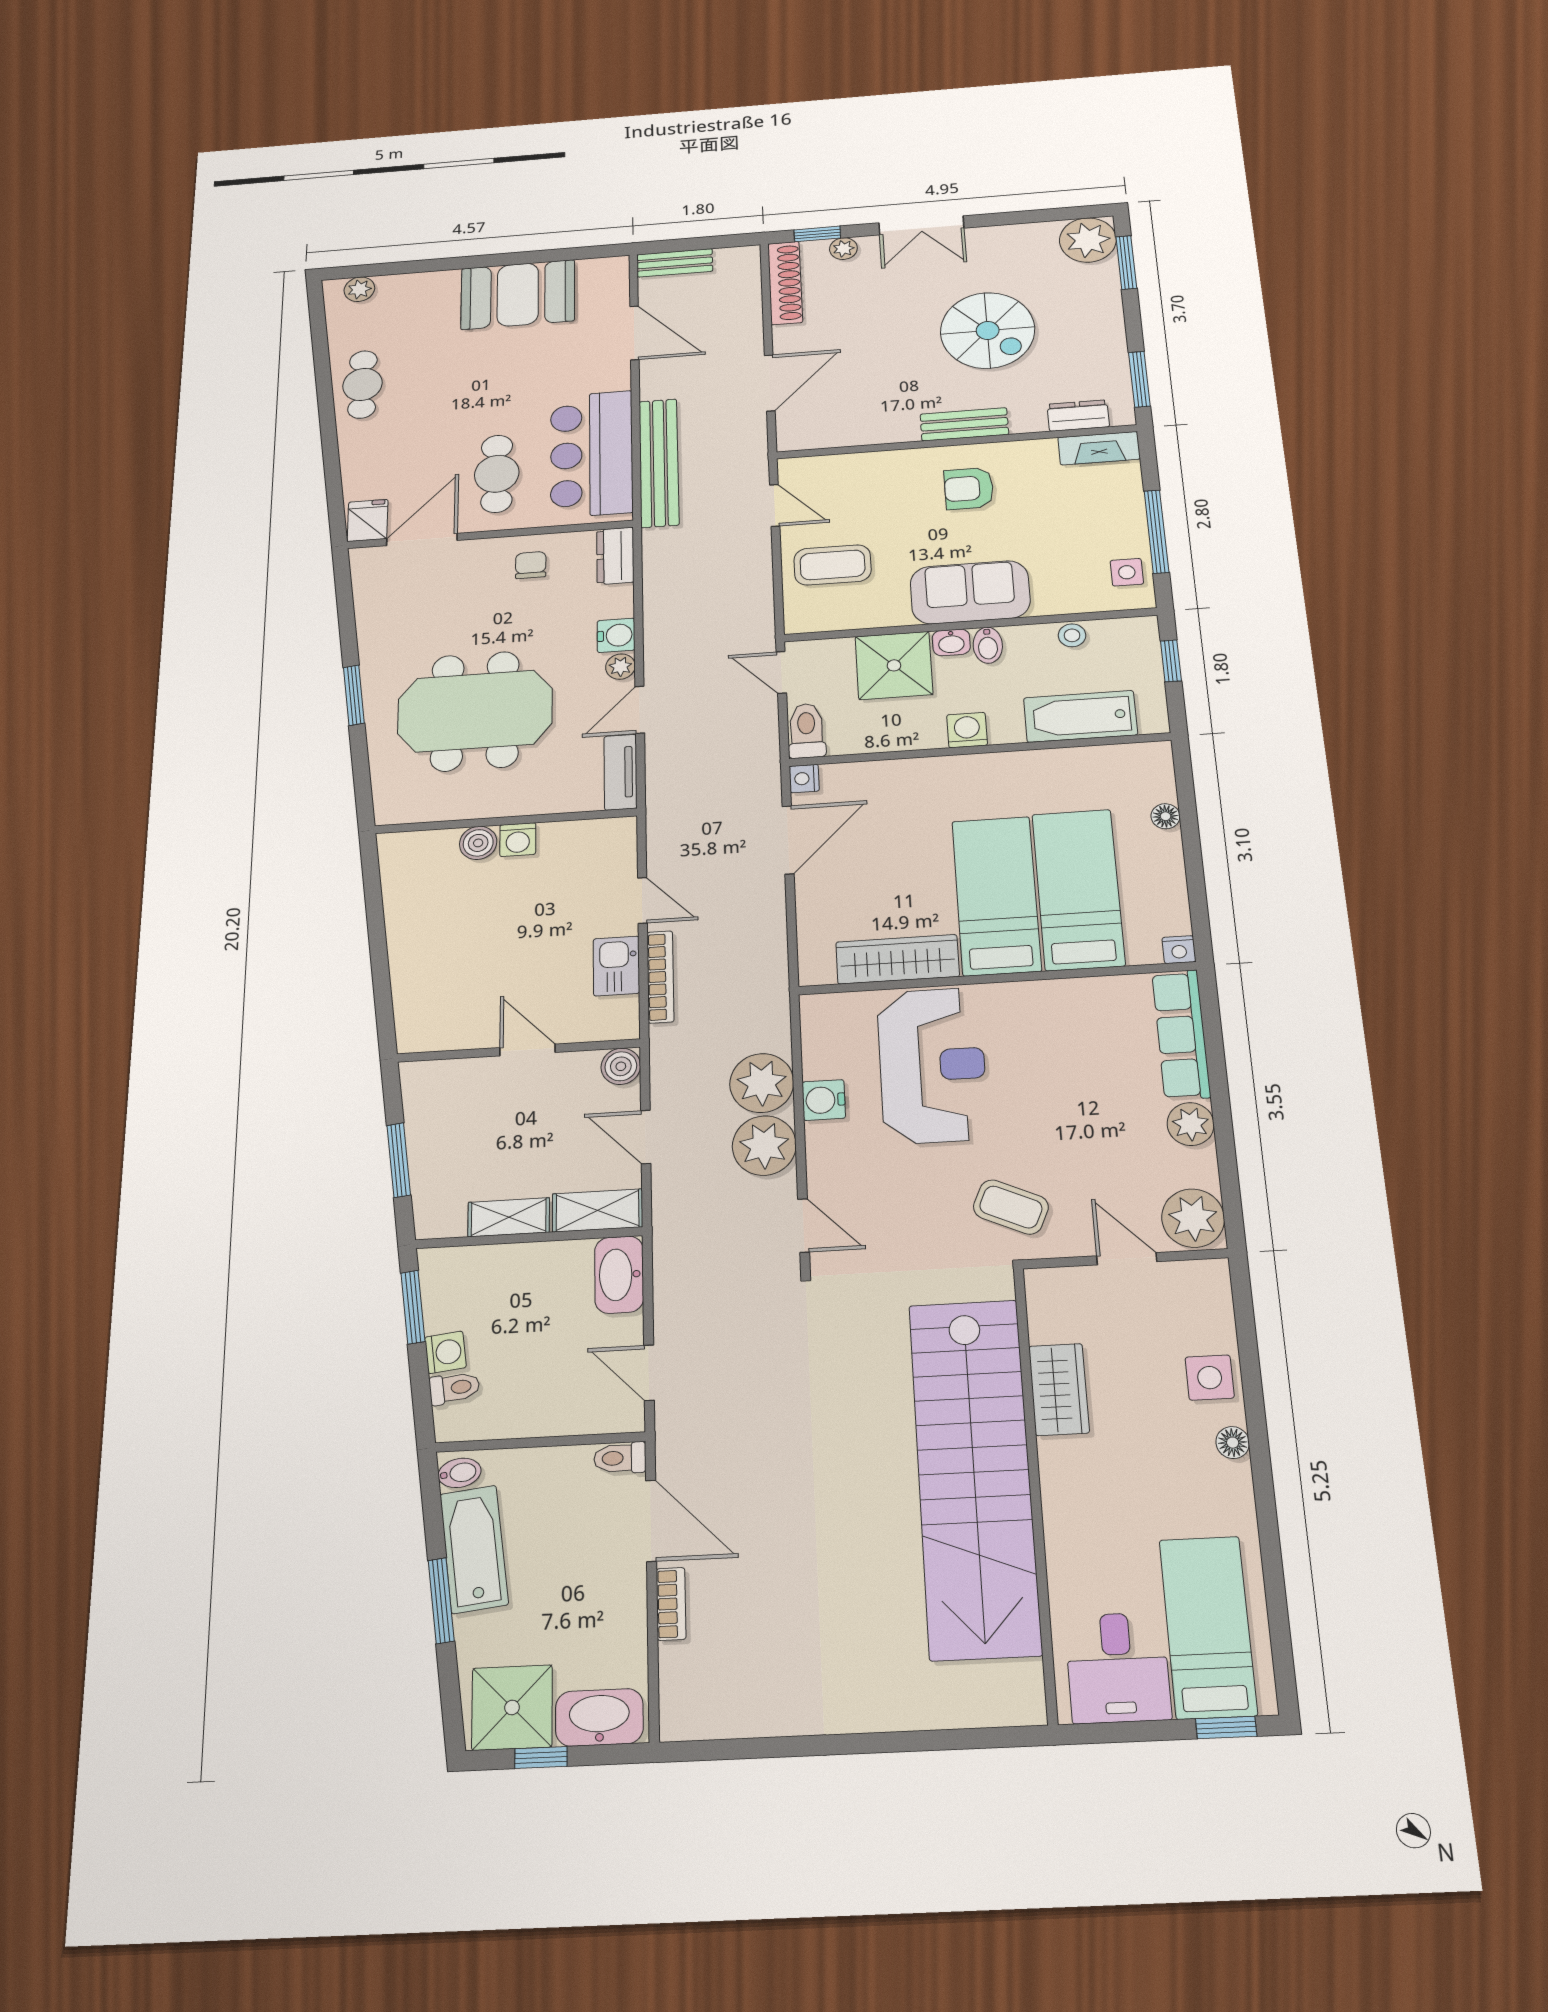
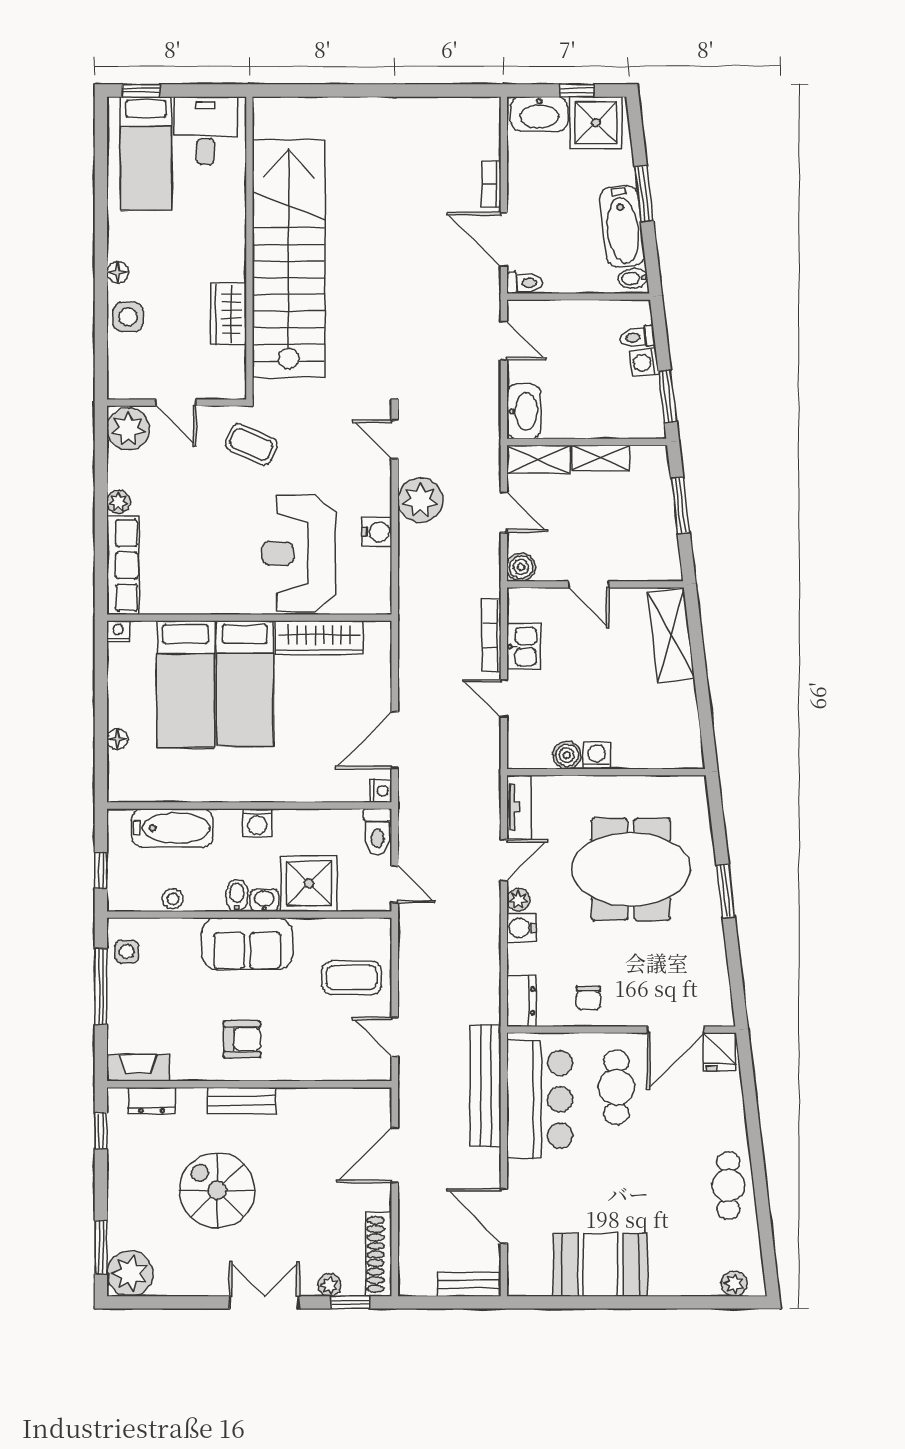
window: (1139, 379) -> (101, 1131), width x0.67
boiler: (478, 843) -> (567, 755), moved
shelving: (416, 993) -> (671, 635), added
plant: (762, 1083) -> (420, 548), removed
plant: (1191, 1124) -> (119, 502), width x0.73, depth x0.73

